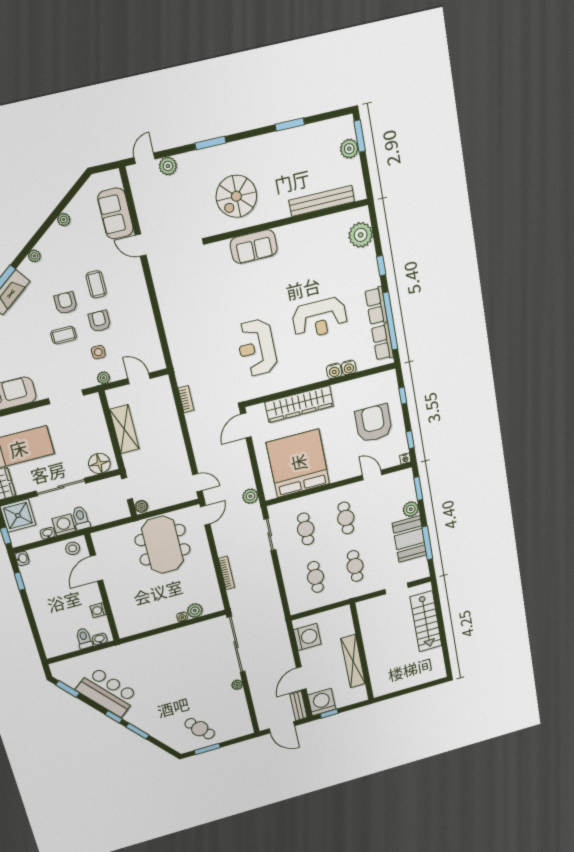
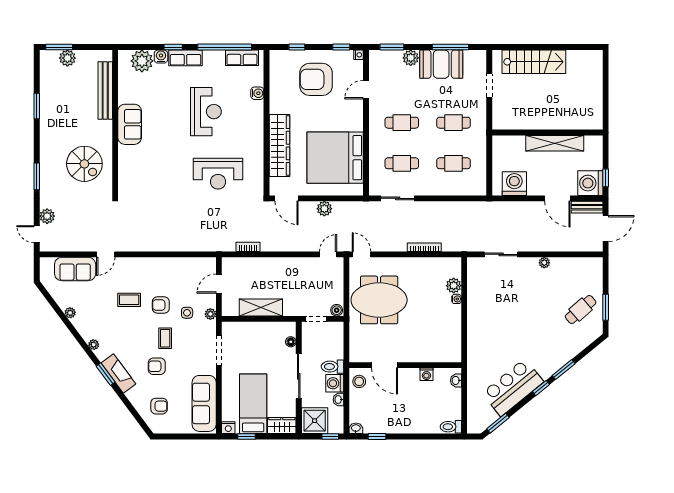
sofa: (254, 247) -> (130, 124), moved
armchair: (66, 303) -> (157, 366), moved
row of seats: (376, 306) -> (185, 58), moved
water cooler: (334, 371) -> (161, 57), moved, turned -90
floor lamp: (99, 463) -> (291, 342), width x0.53, depth x0.53
plant: (250, 496) -> (324, 209), moved
toilet: (84, 638) -> (451, 427), moved
sliding door: (236, 645) -> (501, 254), width x0.54

